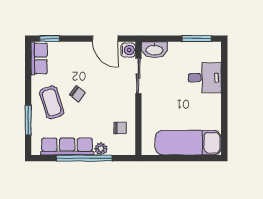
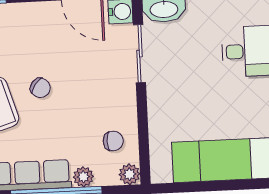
plant: (129, 149) -> (129, 174), added

